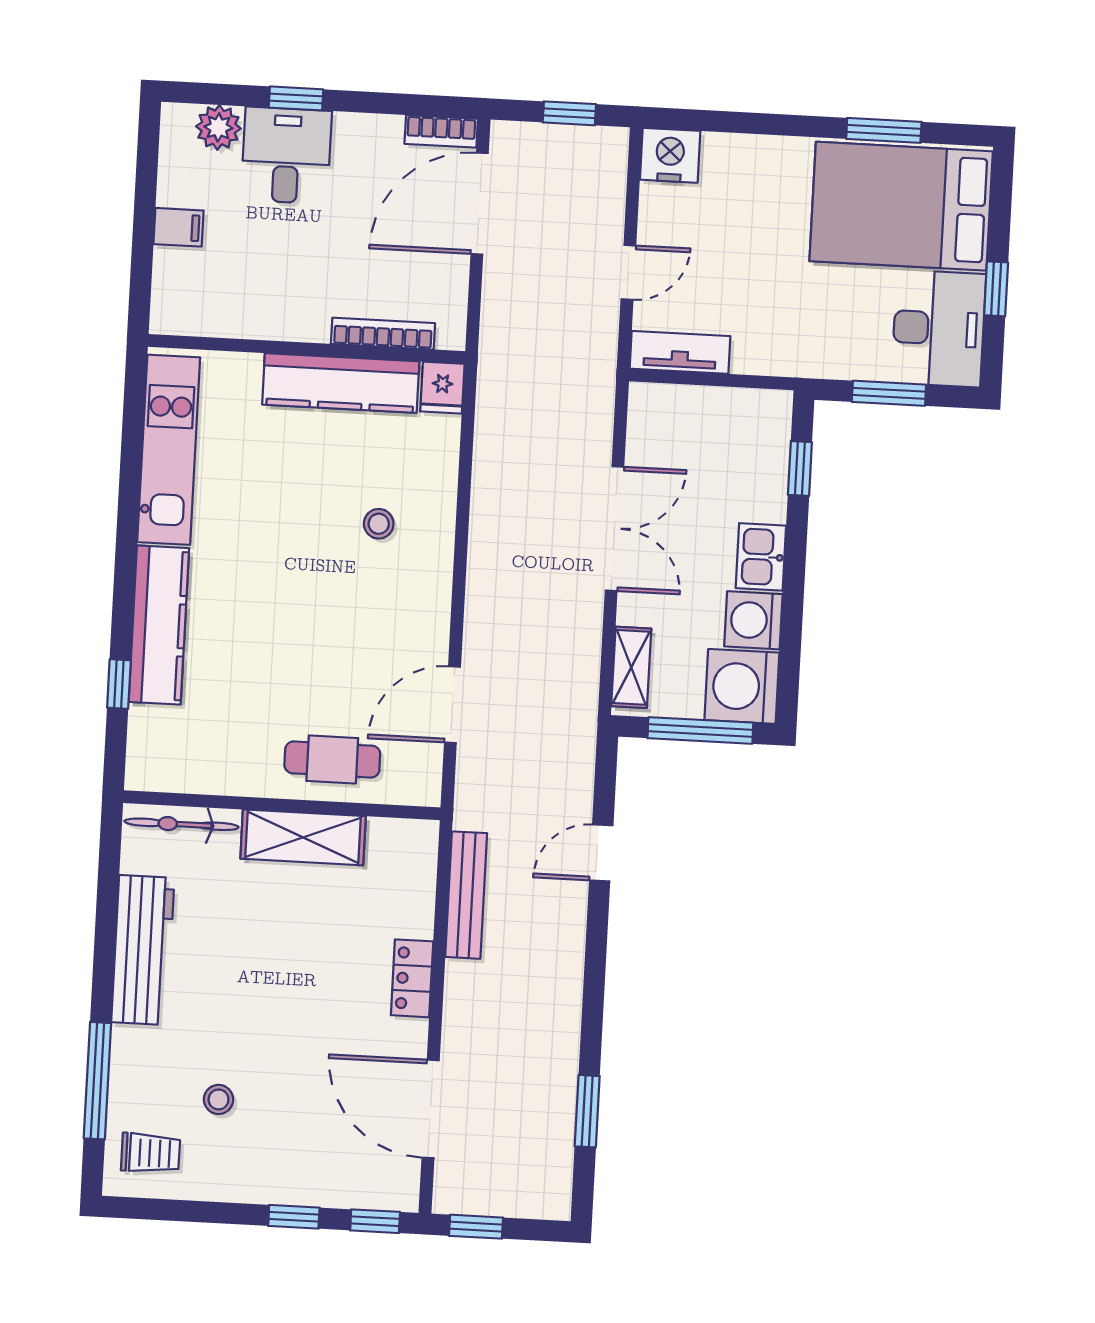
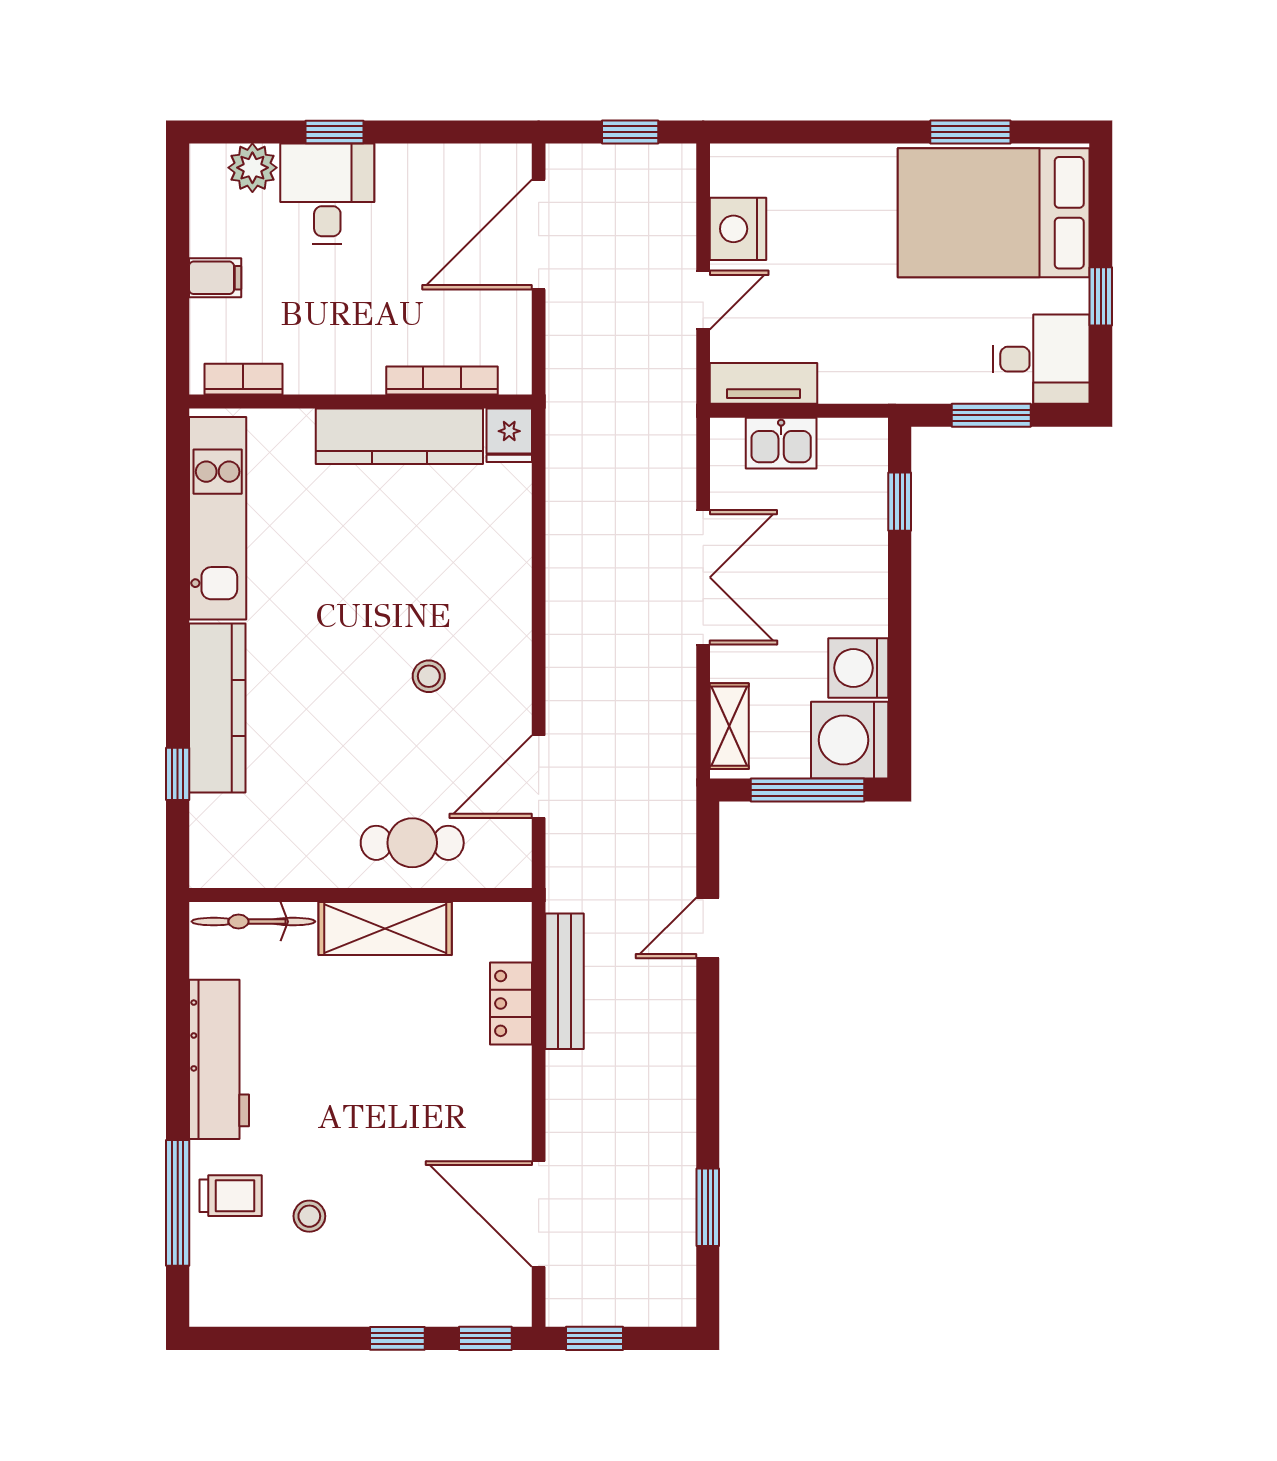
bookcase: (441, 131) -> (243, 379), moved, turned 180
nightstand: (670, 155) -> (738, 229), moved, turned -90
desk: (939, 328) -> (1041, 359), width x0.73
stool: (379, 524) -> (429, 676), moved
kitchen sink: (761, 557) -> (781, 443), moved, turned -90
locker: (412, 978) -> (511, 1003), moved
trolley: (151, 1153) -> (231, 1196), moved

